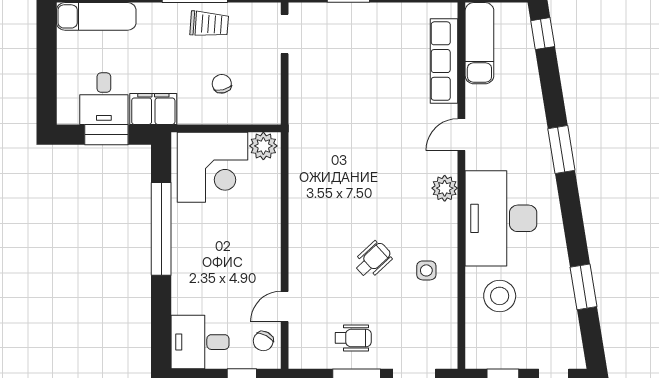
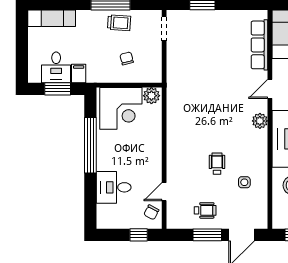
filing cabinet: (153, 109) -> (79, 74), width x0.50
wheelchair: (373, 260) -> (217, 164), turned -47
side table: (426, 270) -> (244, 182), moved
desk: (200, 342) -> (114, 187), moved

